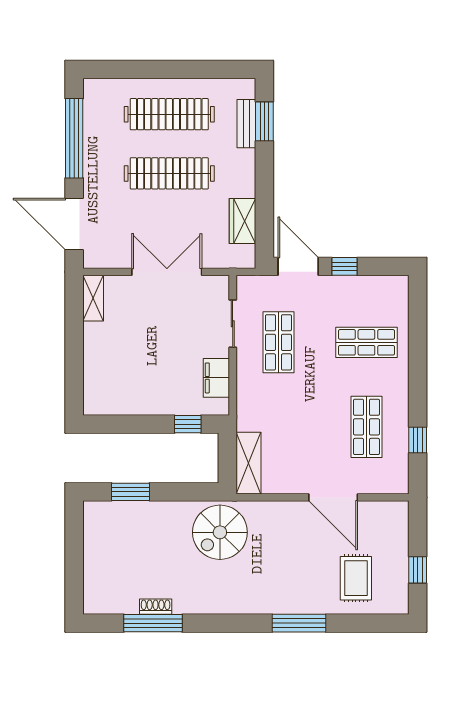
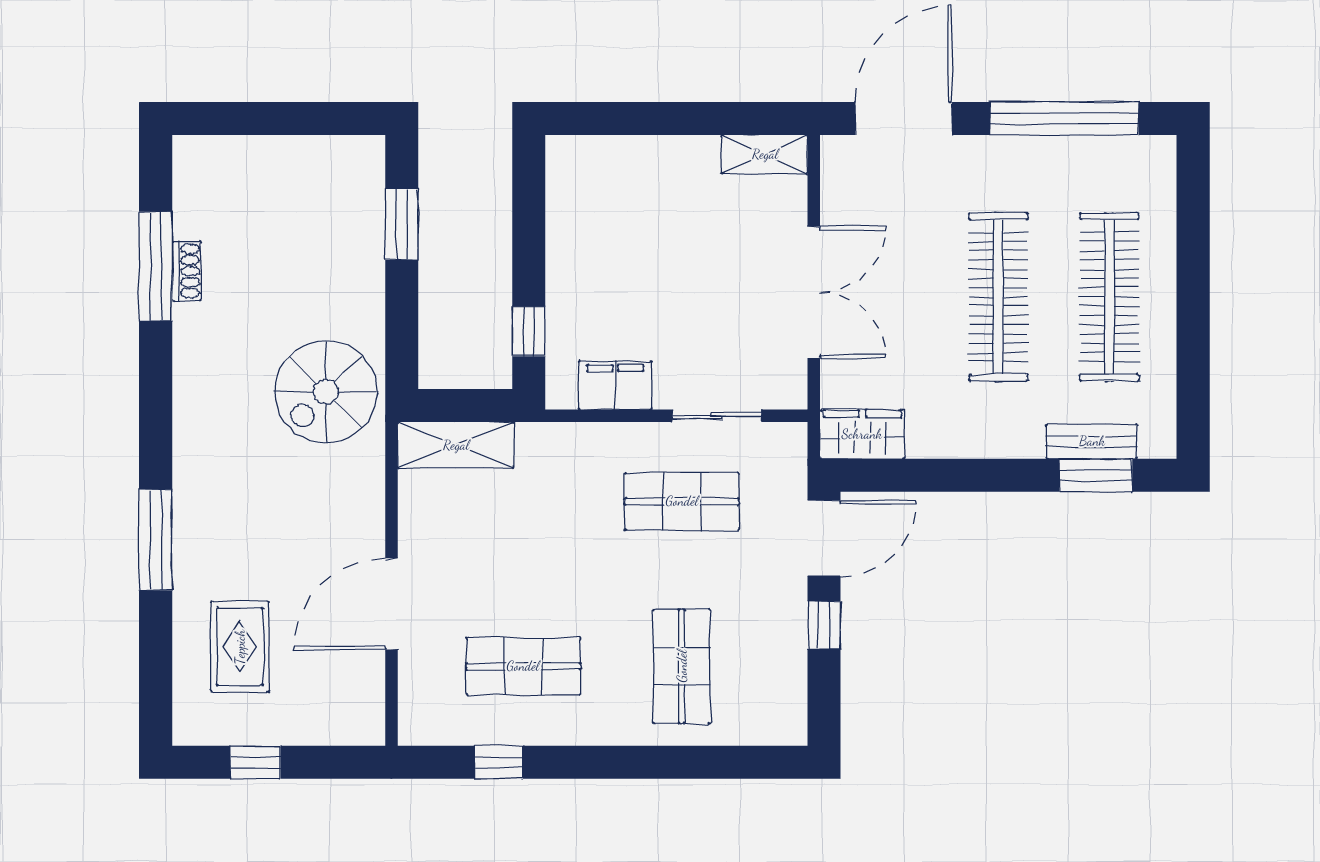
wardrobe: (243, 221) -> (862, 434), moved
spiral stairs: (220, 532) -> (326, 392), turned -90
rug: (356, 578) -> (240, 647), turned 90

